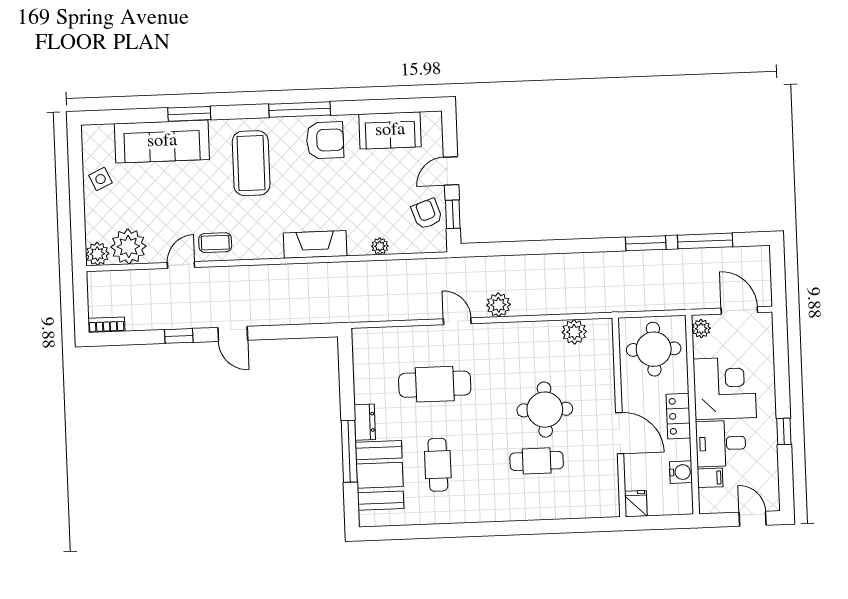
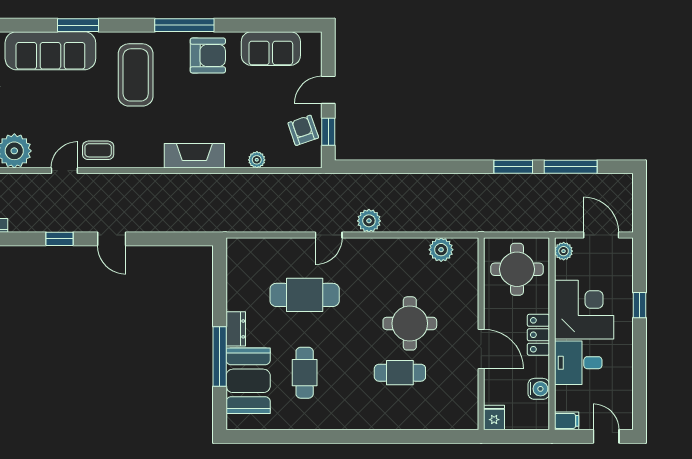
door: (457, 321) -> (329, 235), swing flipped
window: (784, 431) -> (640, 305), moved
filing cabinet: (710, 478) -> (567, 421), moved

